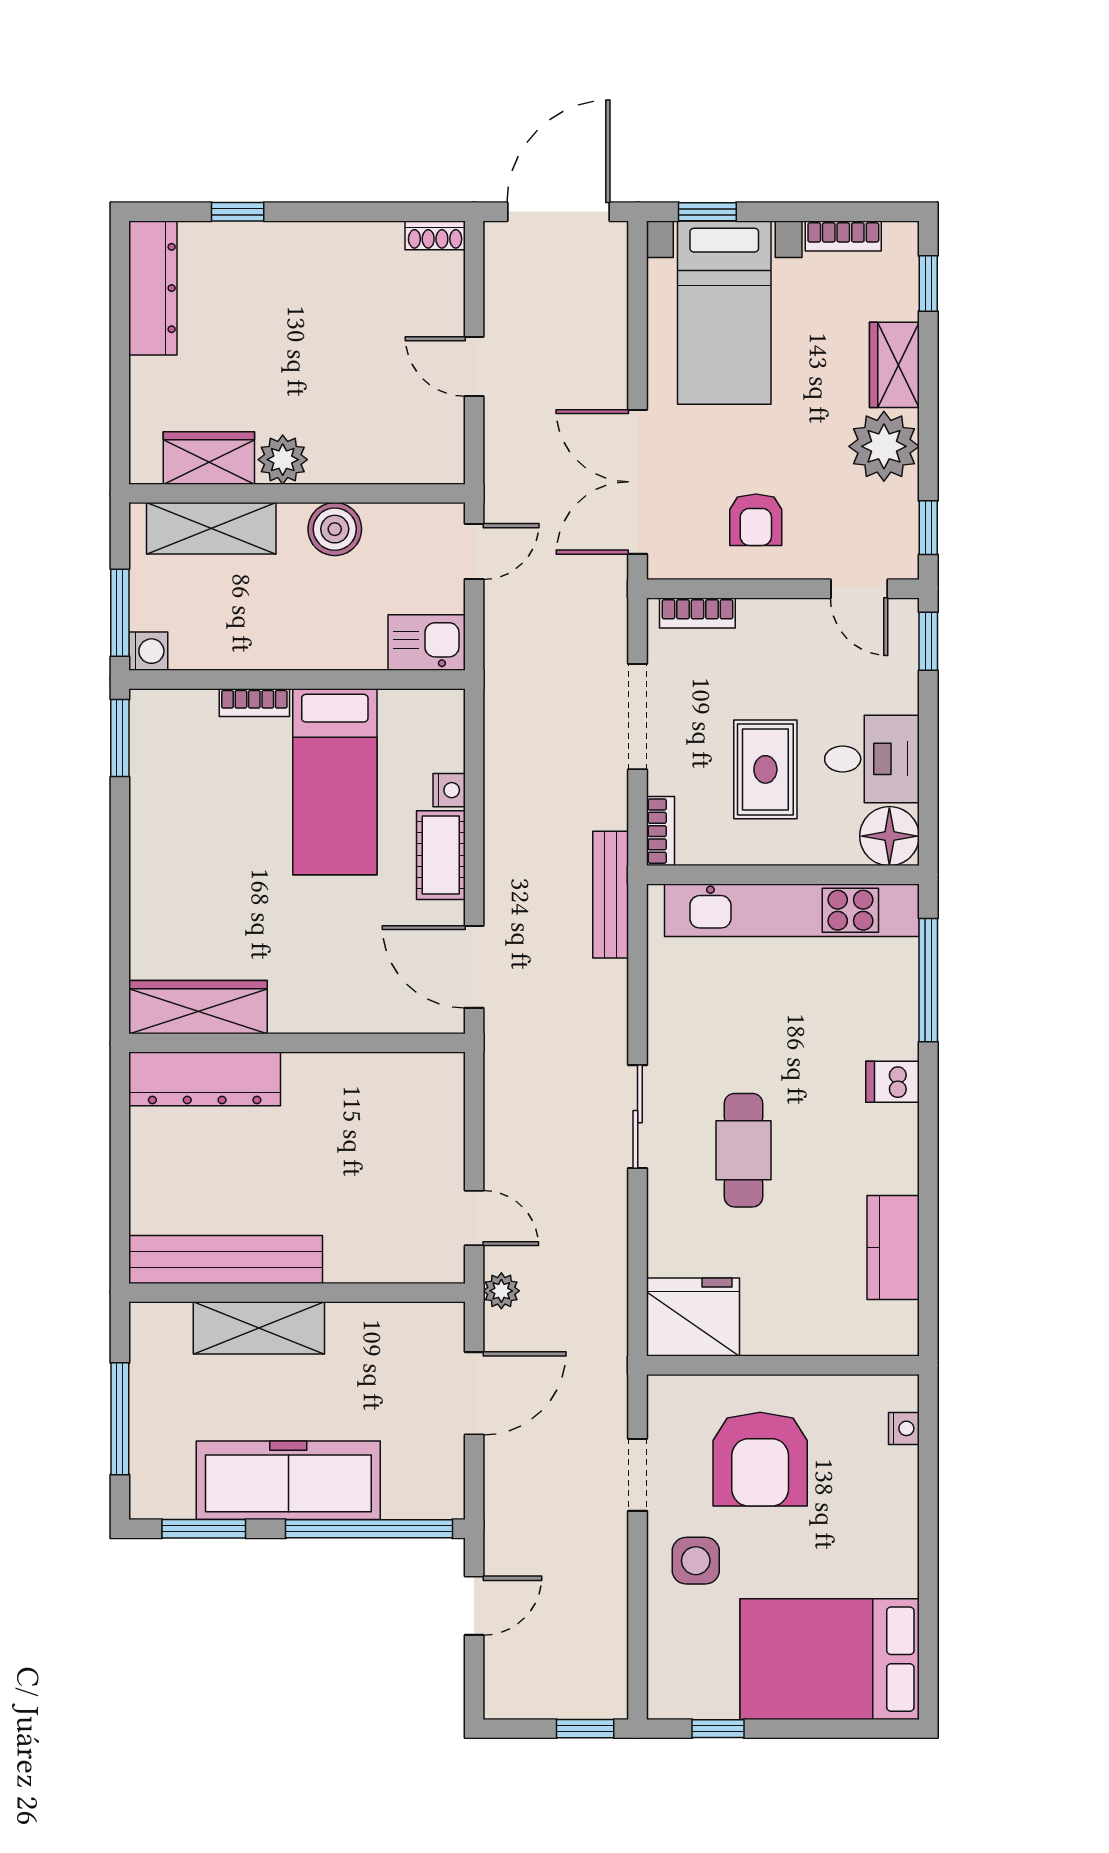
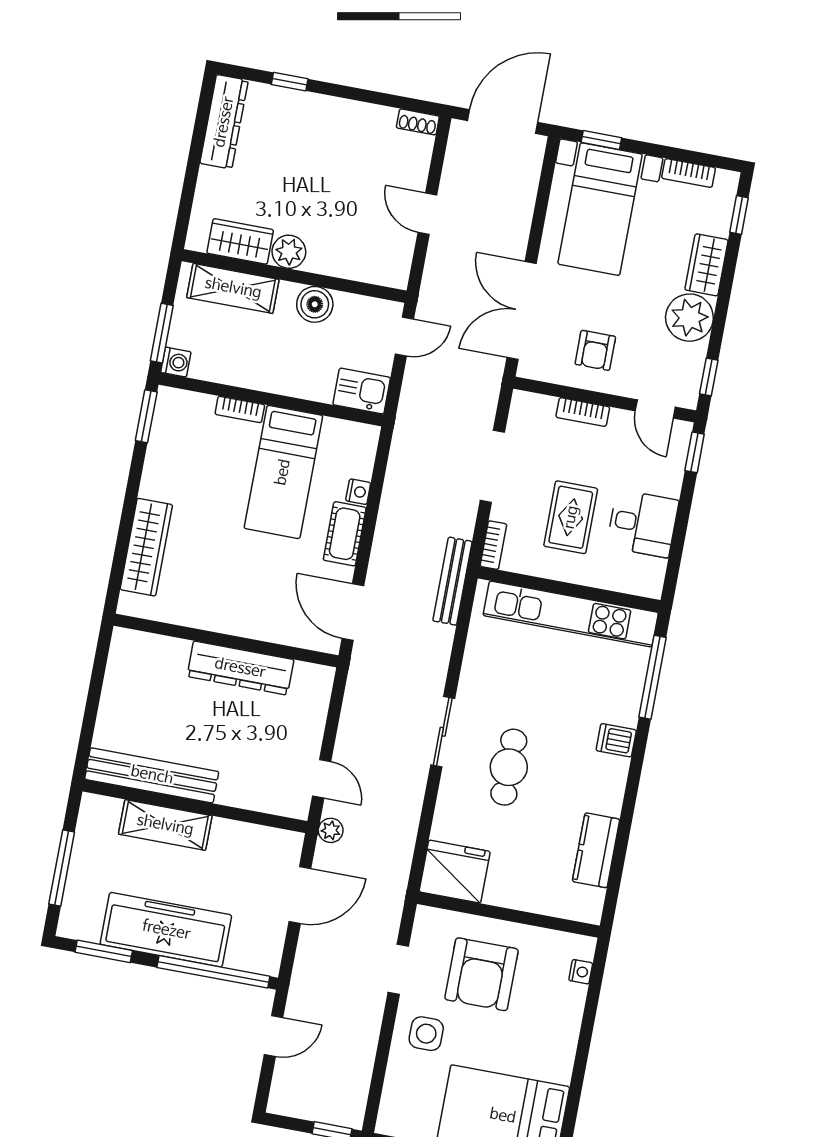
bookcase: (697, 613) -> (583, 412), moved
floor lamp: (889, 836) -> (645, 577), removed
wardrobe: (198, 1007) -> (146, 547), moved, turned 90
dresser: (205, 1079) -> (240, 668), moved

